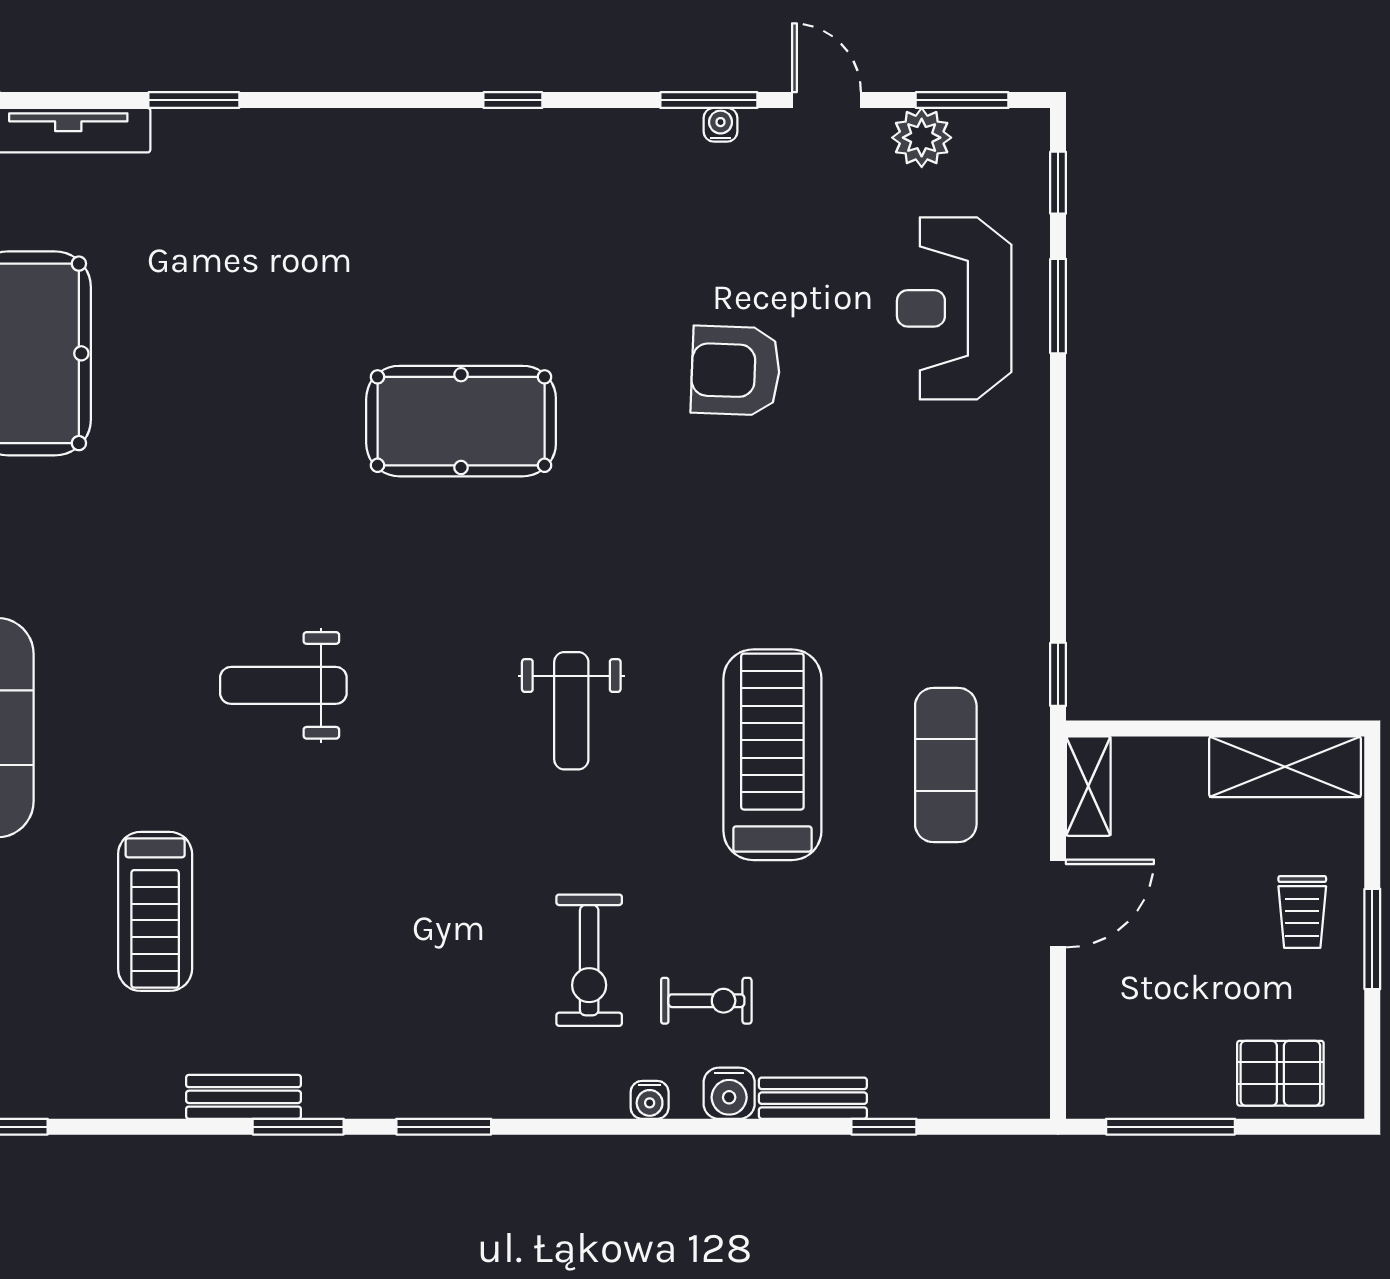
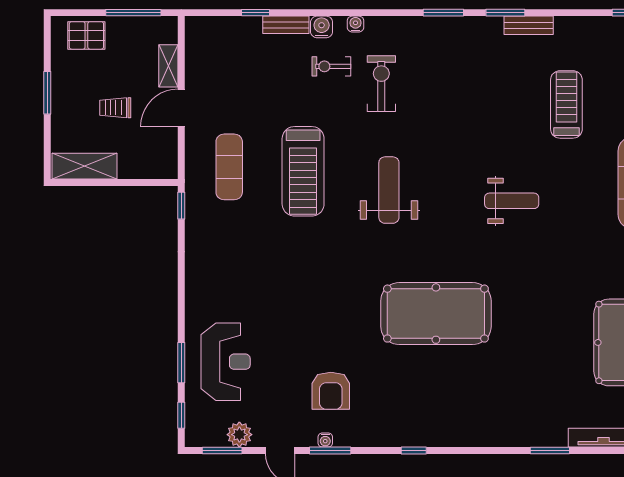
armchair: (736, 371) -> (331, 391), moved, turned 88
pool table: (461, 421) -> (436, 314), width x1.36, depth x1.32
weight bench: (571, 711) -> (389, 190), width x1.36, depth x1.33
shelving: (1088, 786) -> (168, 66), moved
trolley: (1302, 912) -> (115, 108), moved, turned -90

